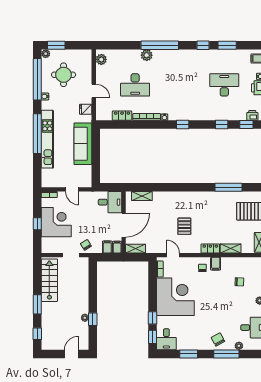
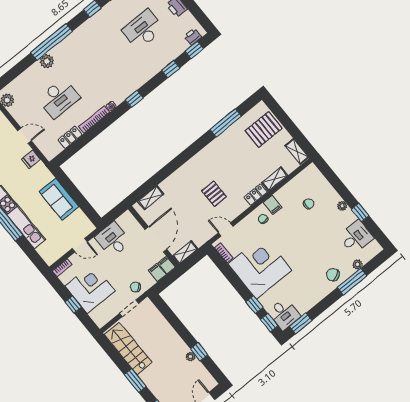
sofa: (83, 144) -> (59, 199), width x0.73
desk: (110, 202) -> (113, 240), moved, turned -90
window: (189, 354) -> (301, 323), moved

